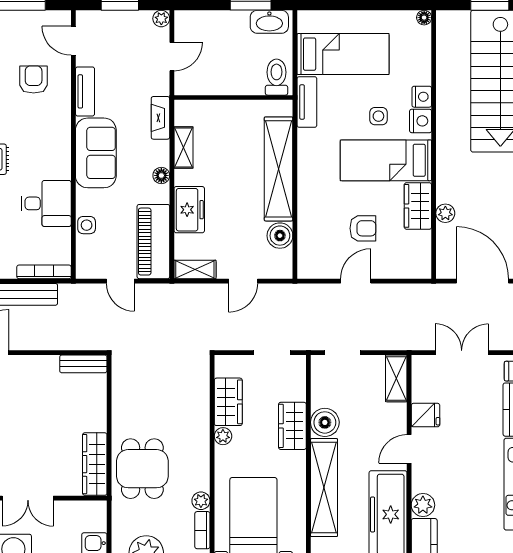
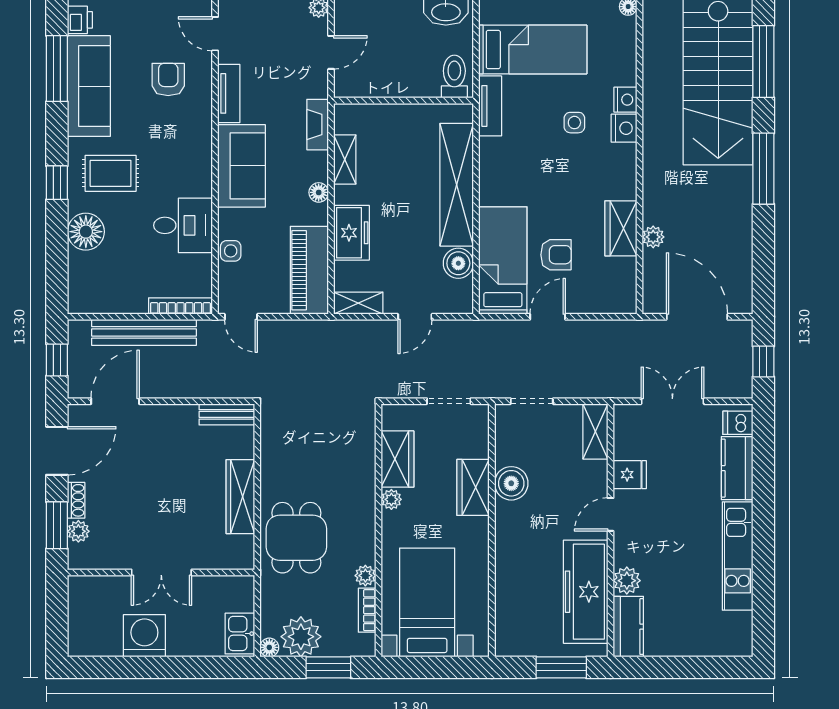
bed: (386, 160) -> (503, 260), moved, turned 90
door: (120, 281) -> (241, 317), moved
wardrobe: (95, 464) -> (240, 497), moved
shelving: (324, 488) -> (510, 560), removed

